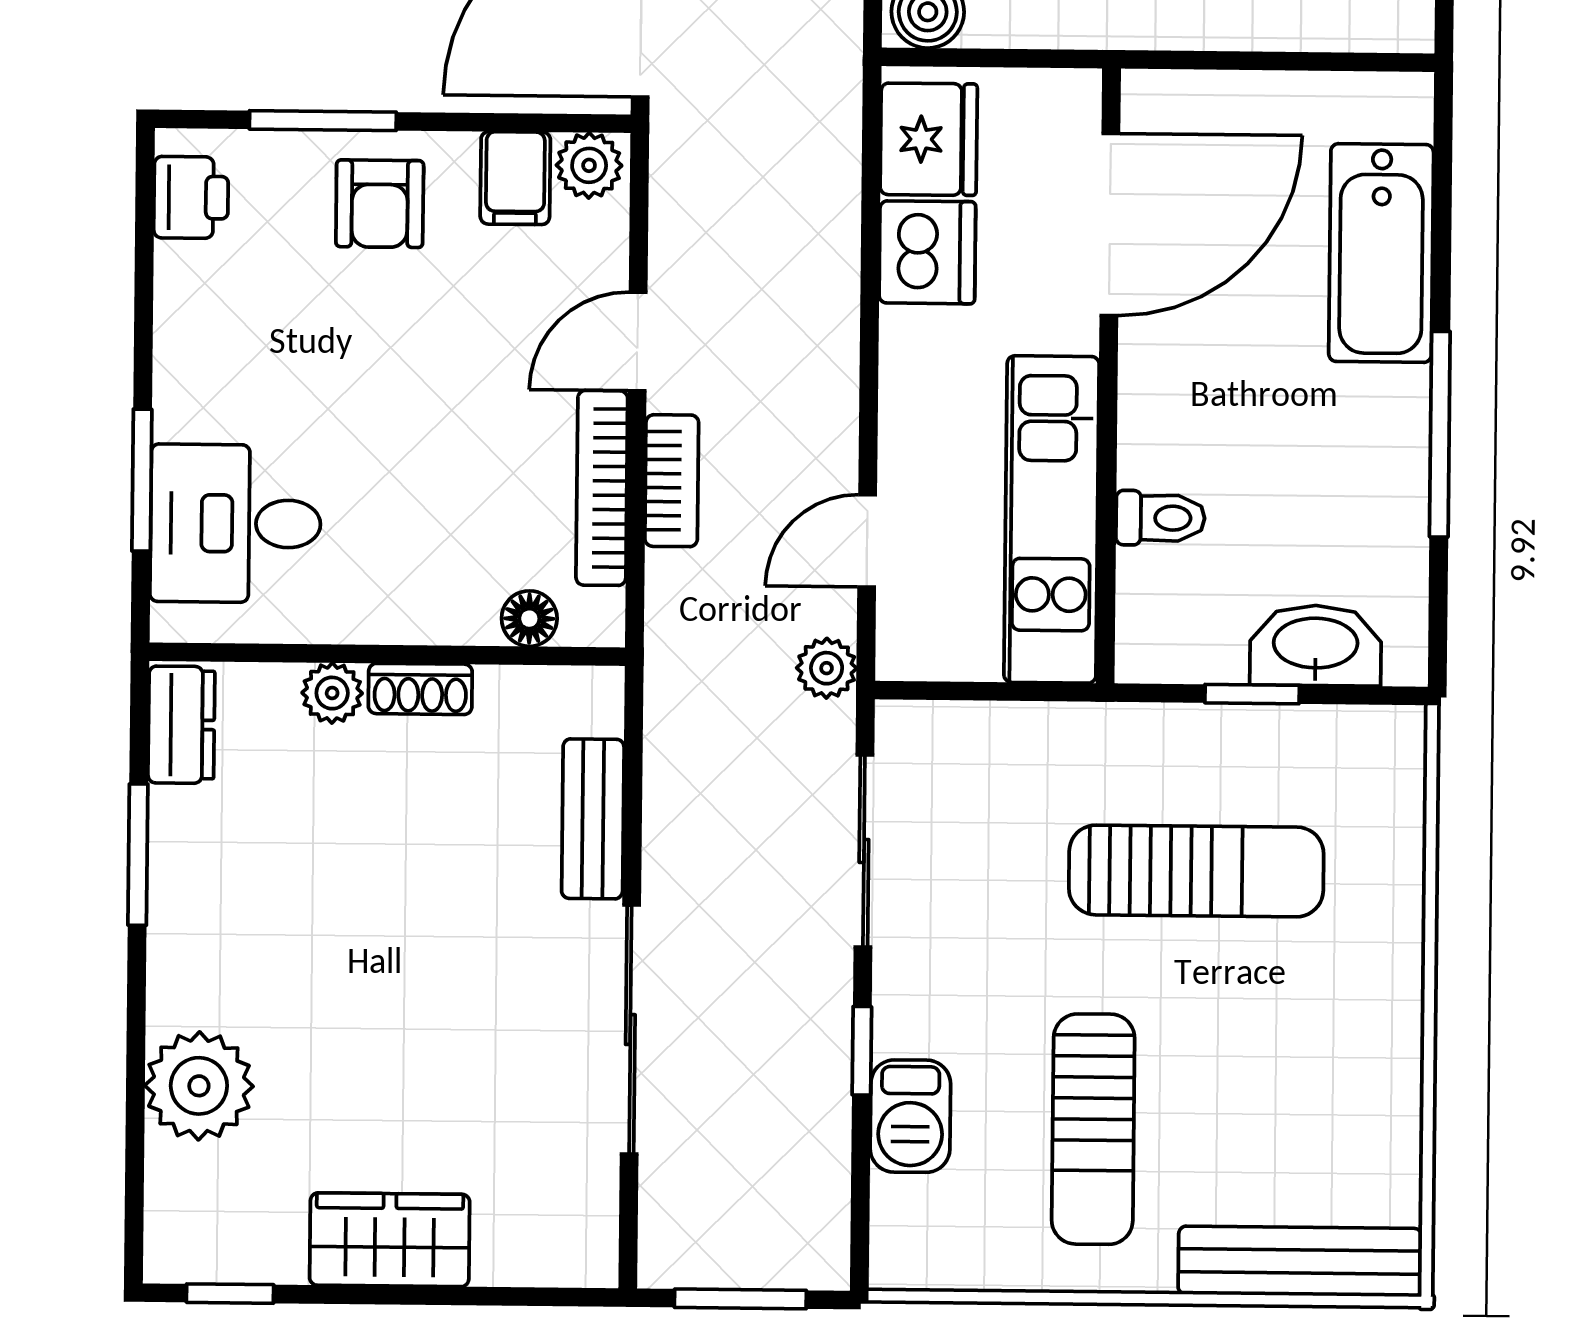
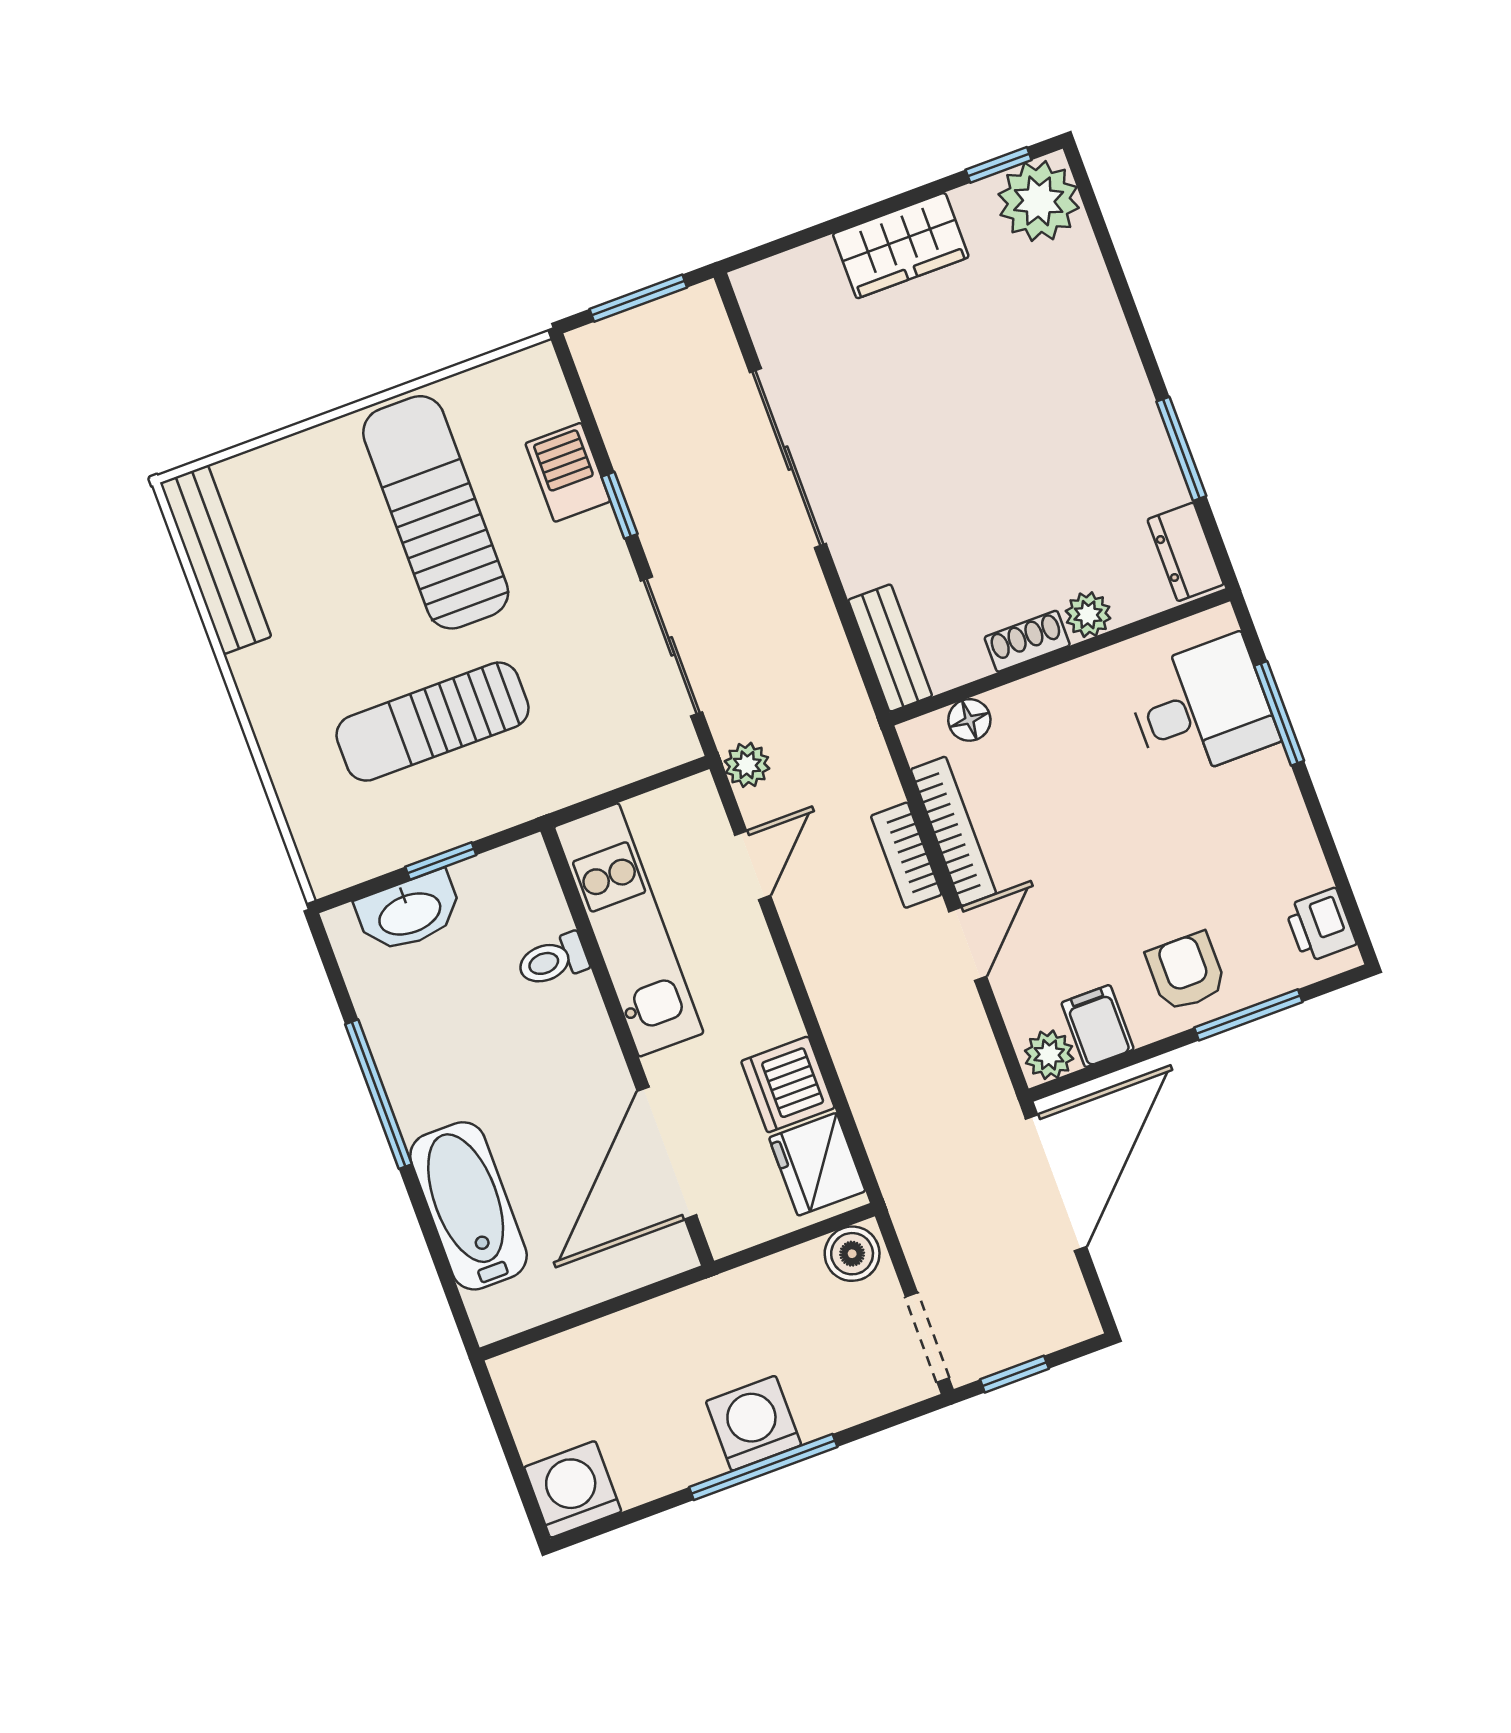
bench: (593, 819) -> (890, 648), moved
plant: (199, 1086) -> (1039, 201), moved
sun lounger: (1093, 1129) -> (436, 512), width x1.36, depth x1.34
bench: (1300, 1261) -> (216, 560), moved, turned 90

